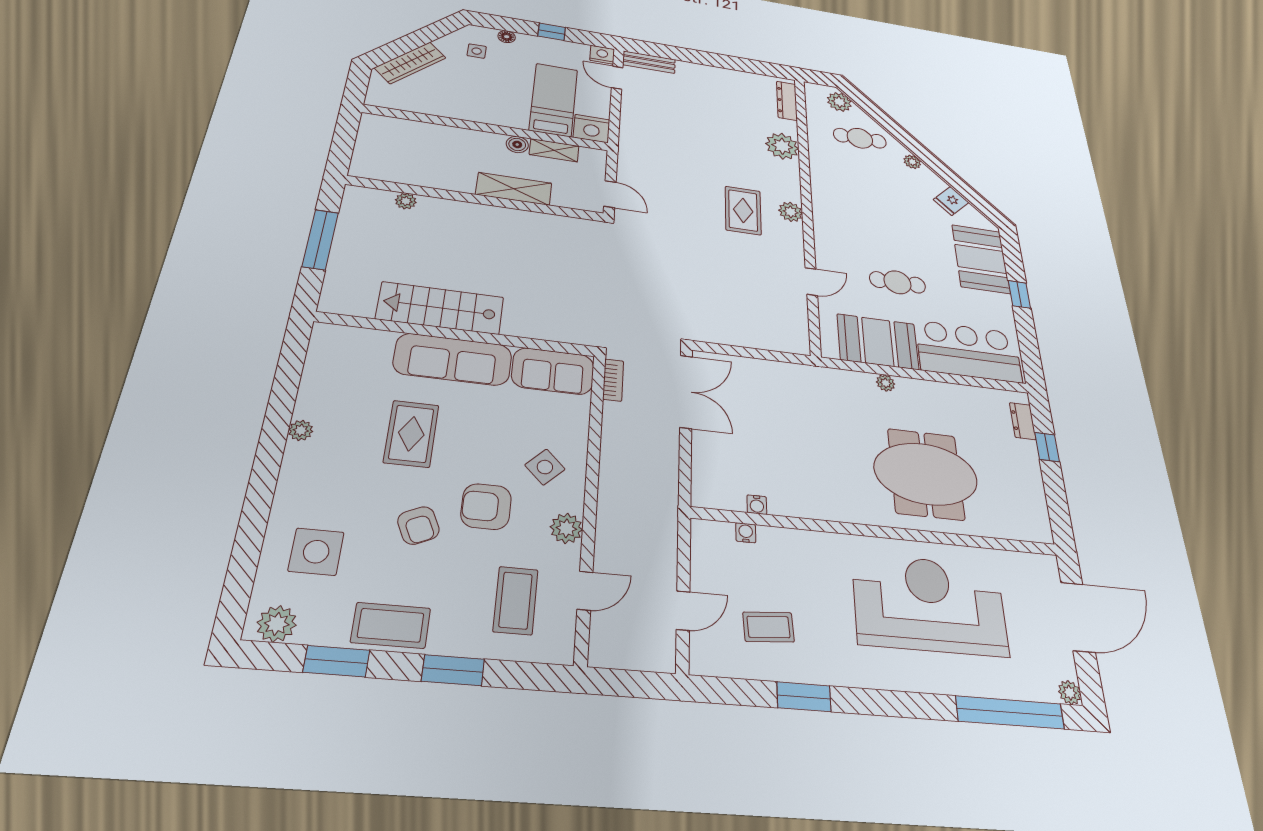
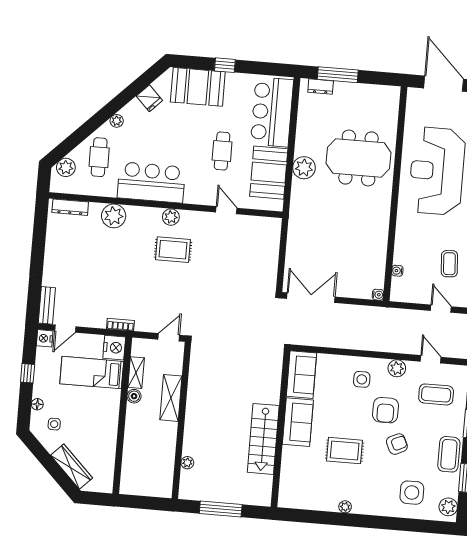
bar counter: (836, 193) -> (151, 182), added
sofa: (453, 359) -> (298, 422), width x0.73
bookcase: (613, 380) -> (120, 325), moved
plant: (886, 383) -> (304, 168), width x1.87, depth x1.87
window: (1047, 447) -> (338, 75), width x2.17
side table: (545, 467) -> (362, 379), turned 45
meeting table: (926, 474) -> (359, 158), turned 90
water cooler: (757, 505) -> (378, 295), moved

